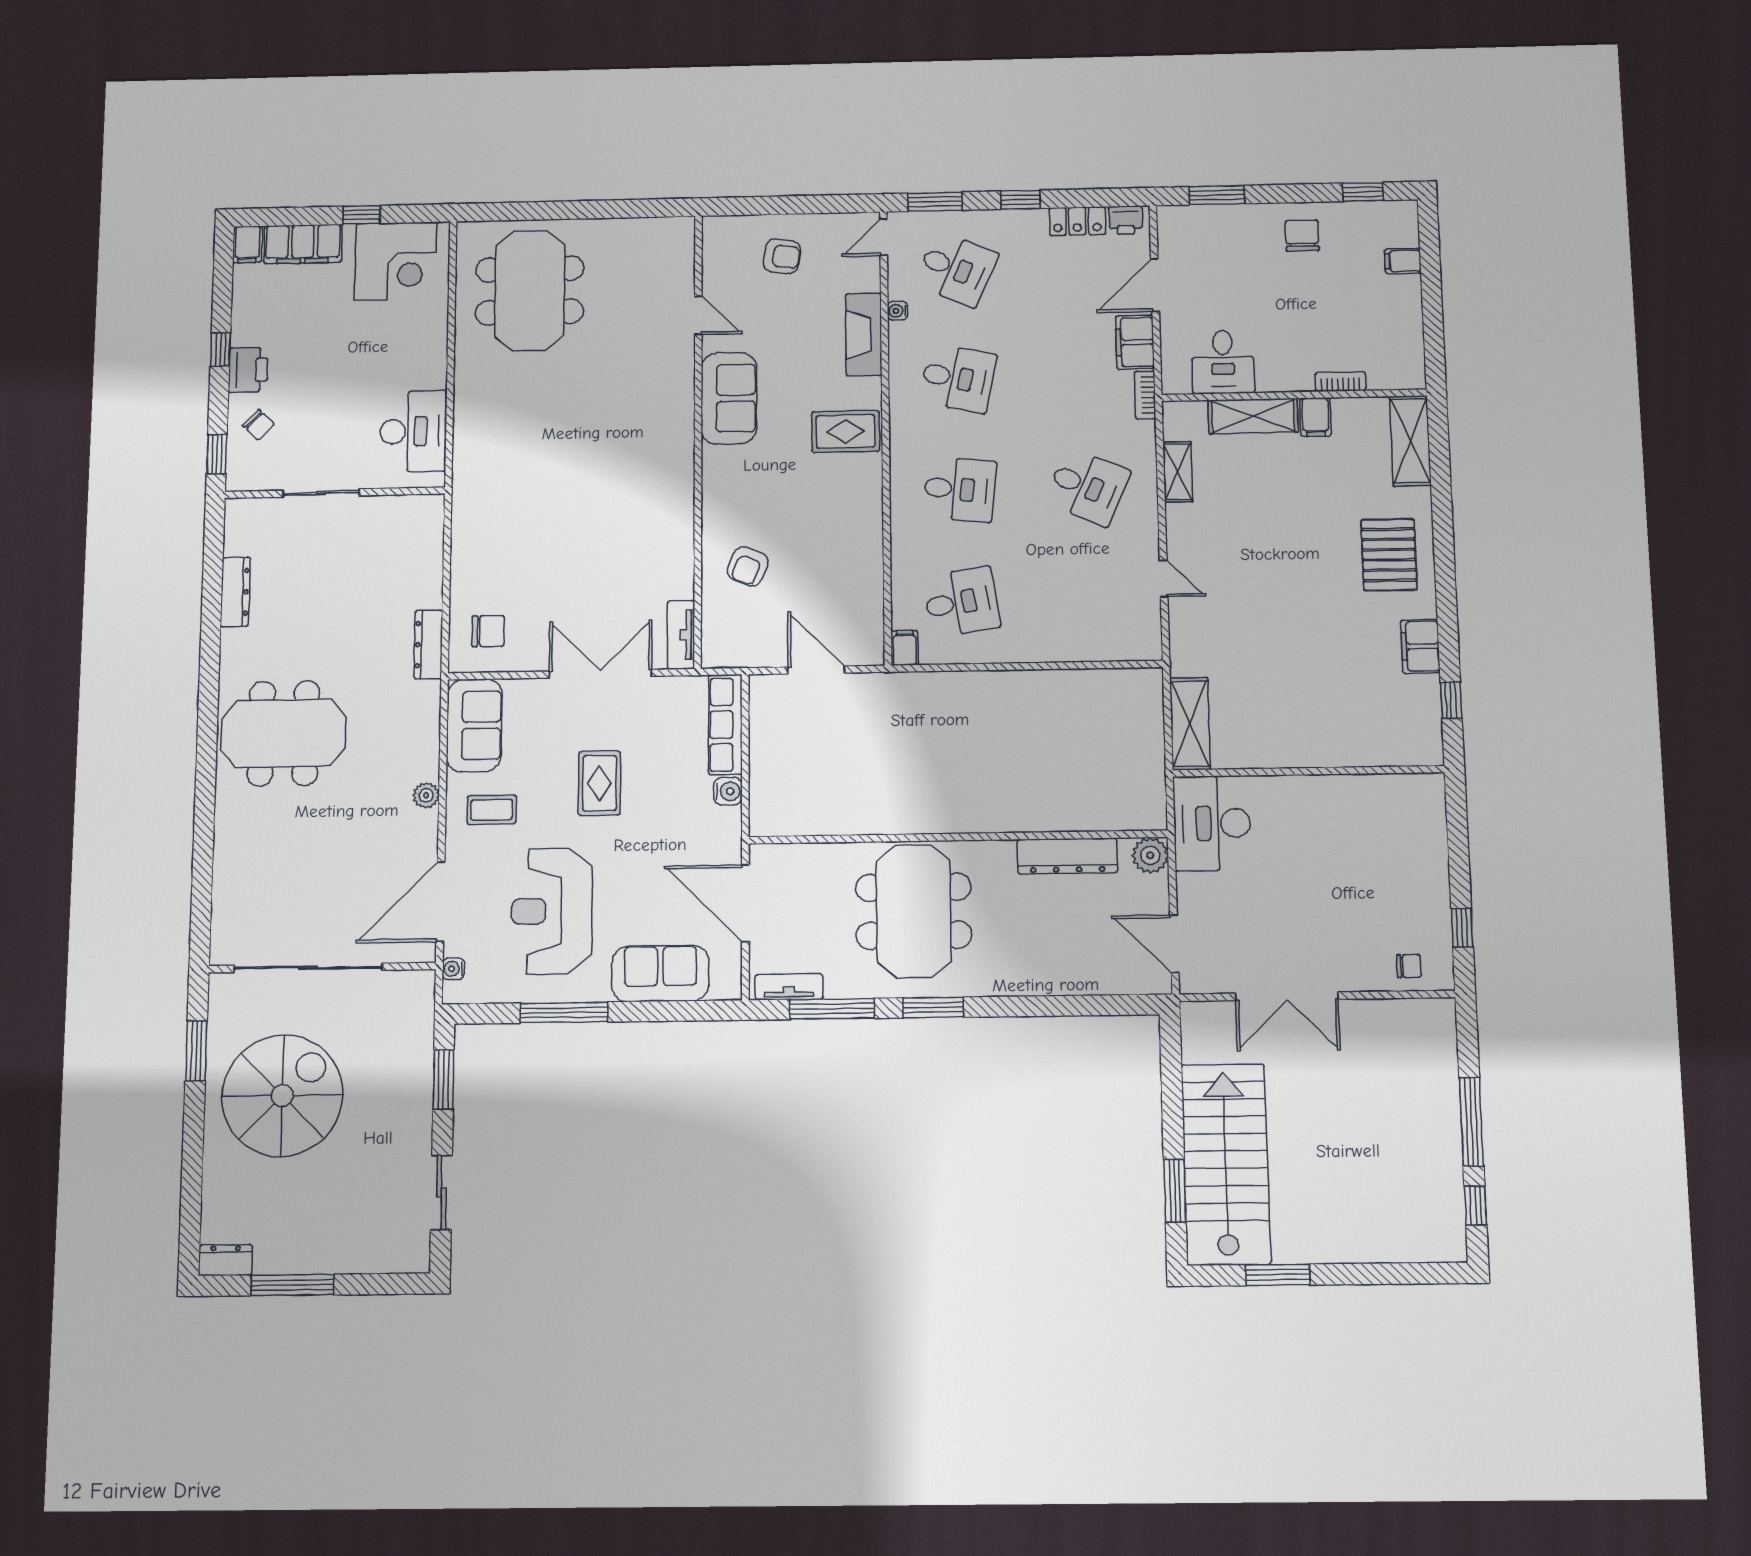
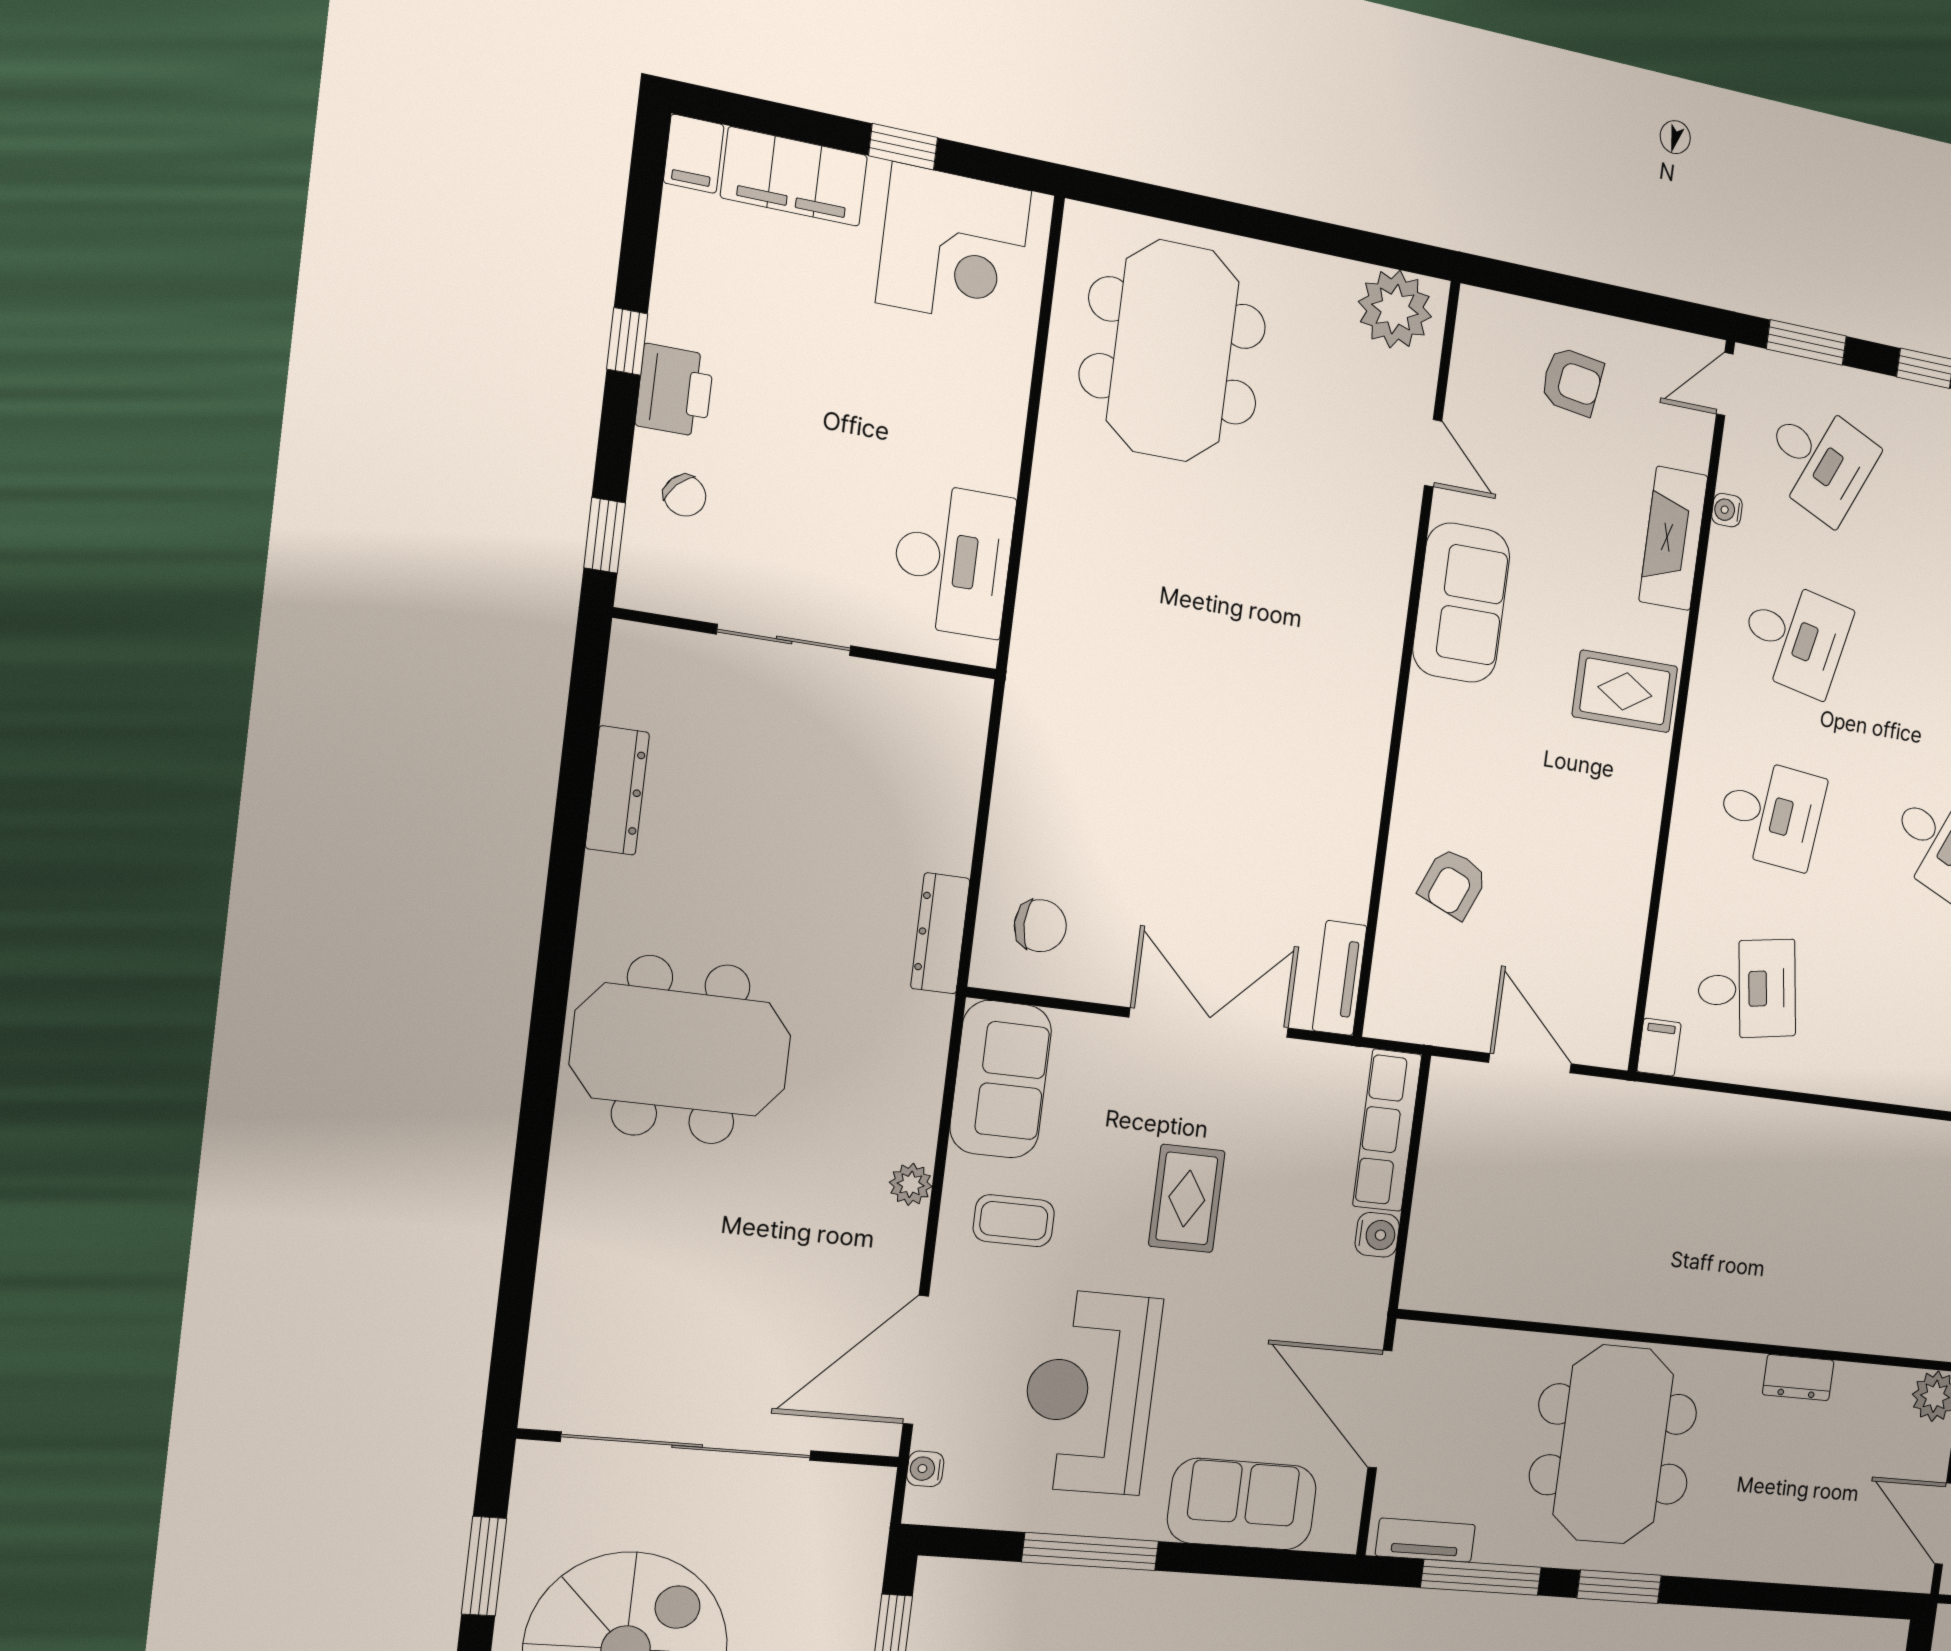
plant: (663, 239) -> (1395, 309), added
dresser: (1067, 856) -> (1798, 1377), width x0.51, depth x0.80

